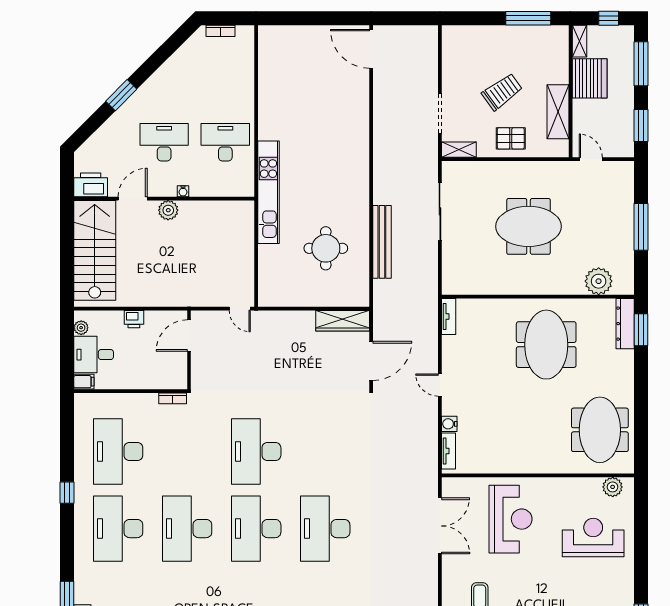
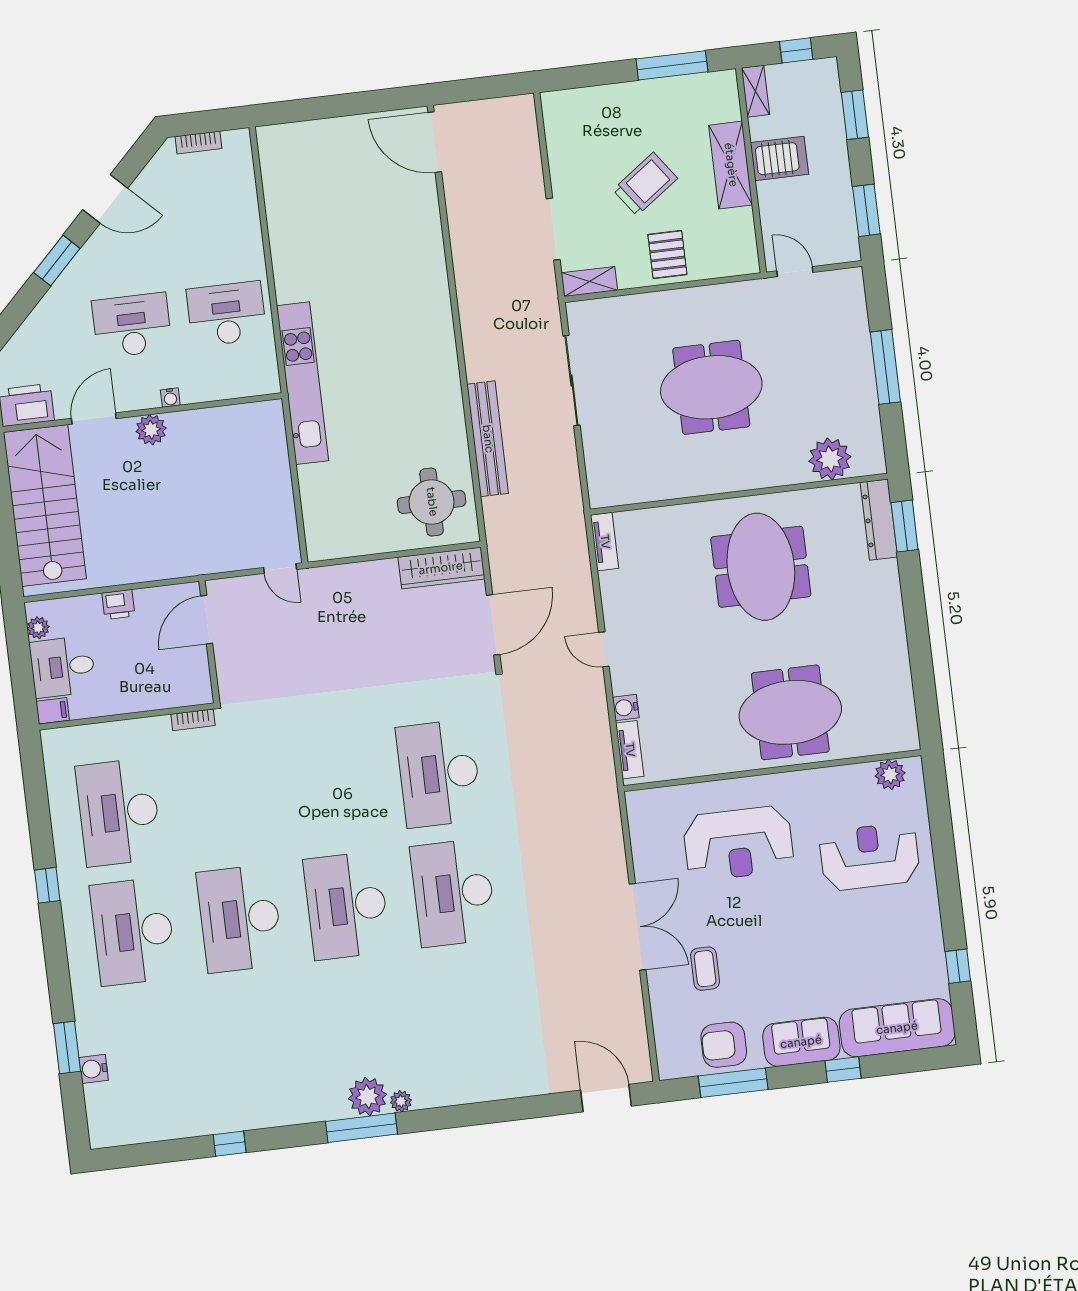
door: (157, 60) -> (105, 199), added
window: (641, 64) -> (855, 115), width x0.69
server rack: (590, 78) -> (779, 158), width x0.62
shelving: (558, 112) -> (731, 165), moved
pallet: (511, 138) -> (667, 255), turned 90
round table: (326, 248) -> (432, 502), moved
meeting table: (600, 430) -> (790, 712), moved, turned 90
desk: (256, 451) -> (439, 773), moved
reception desk: (511, 519) -> (738, 843), turned 90
double door: (440, 526) -> (638, 927), moved

